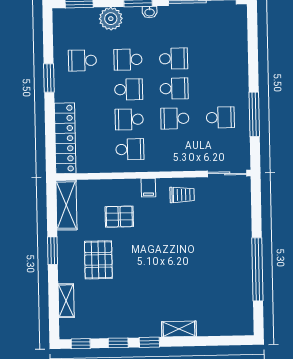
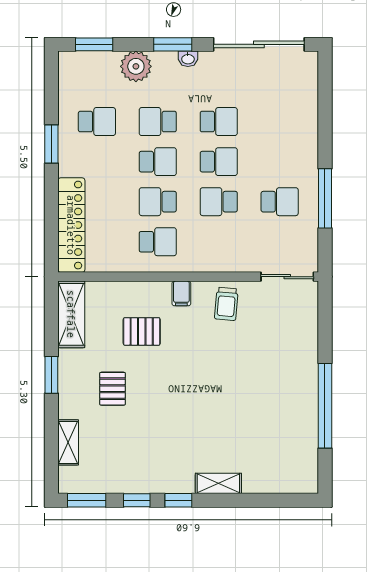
school desk: (82, 60) -> (97, 122), turned 180
trolley: (182, 195) -> (226, 304), turned 95
pallet: (98, 260) -> (113, 389), width x0.67, depth x0.71
window: (81, 344) -> (87, 500), width x1.50

